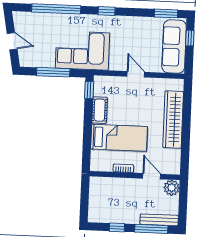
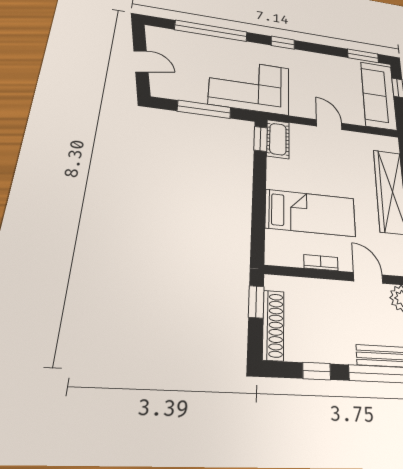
cot: (100, 110) -> (278, 139), moved
window: (85, 192) -> (256, 302), added
shoe rack: (94, 204) -> (273, 325), added

